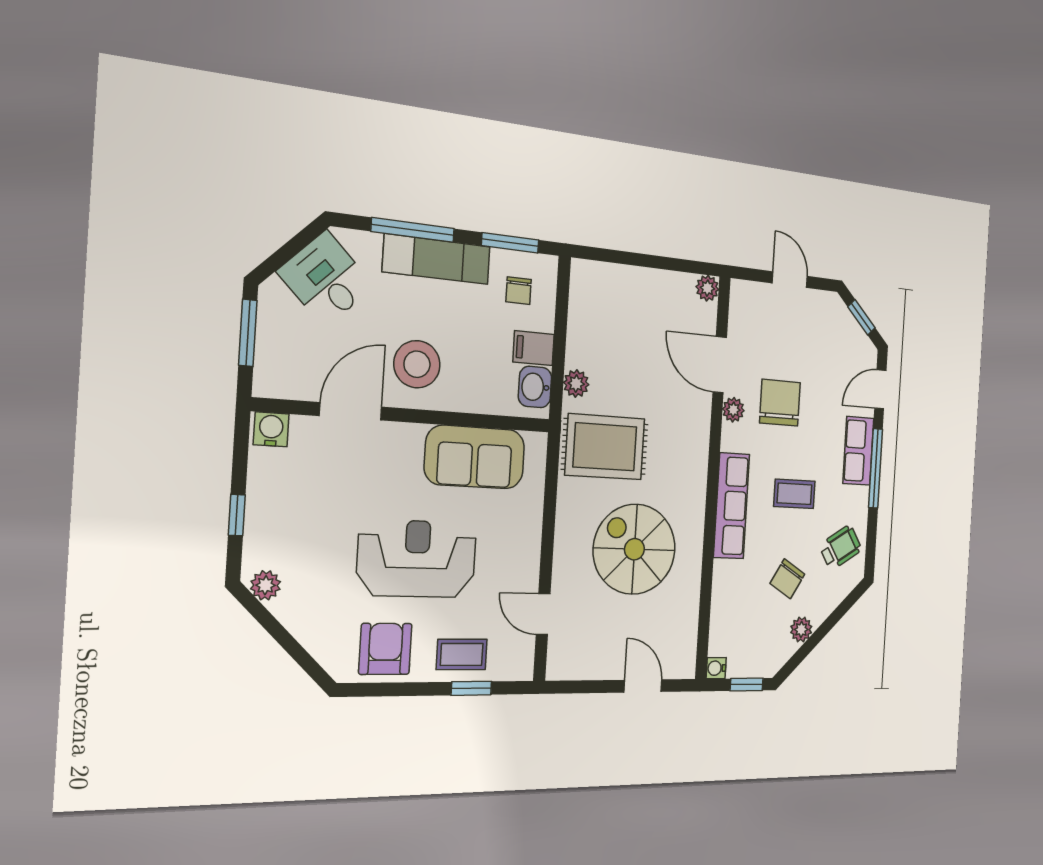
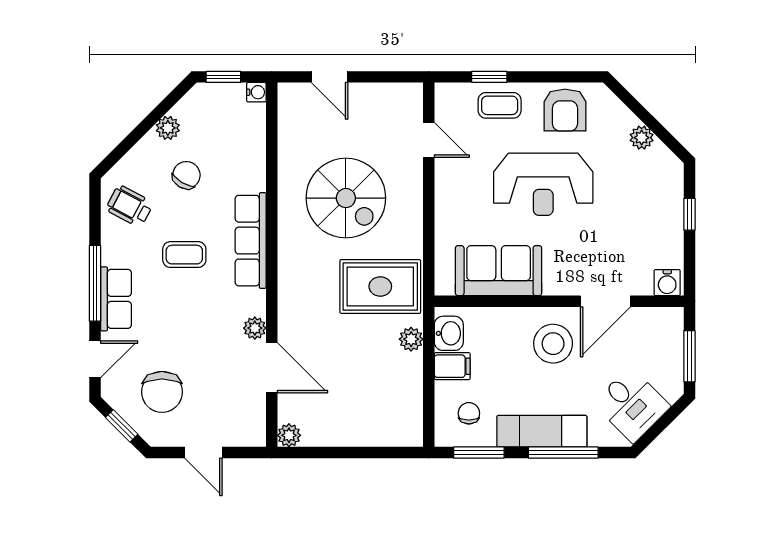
chair: (780, 403) -> (162, 392), moved
wheelchair: (840, 547) -> (130, 206), turned 60
plant: (265, 585) -> (642, 138), moved

